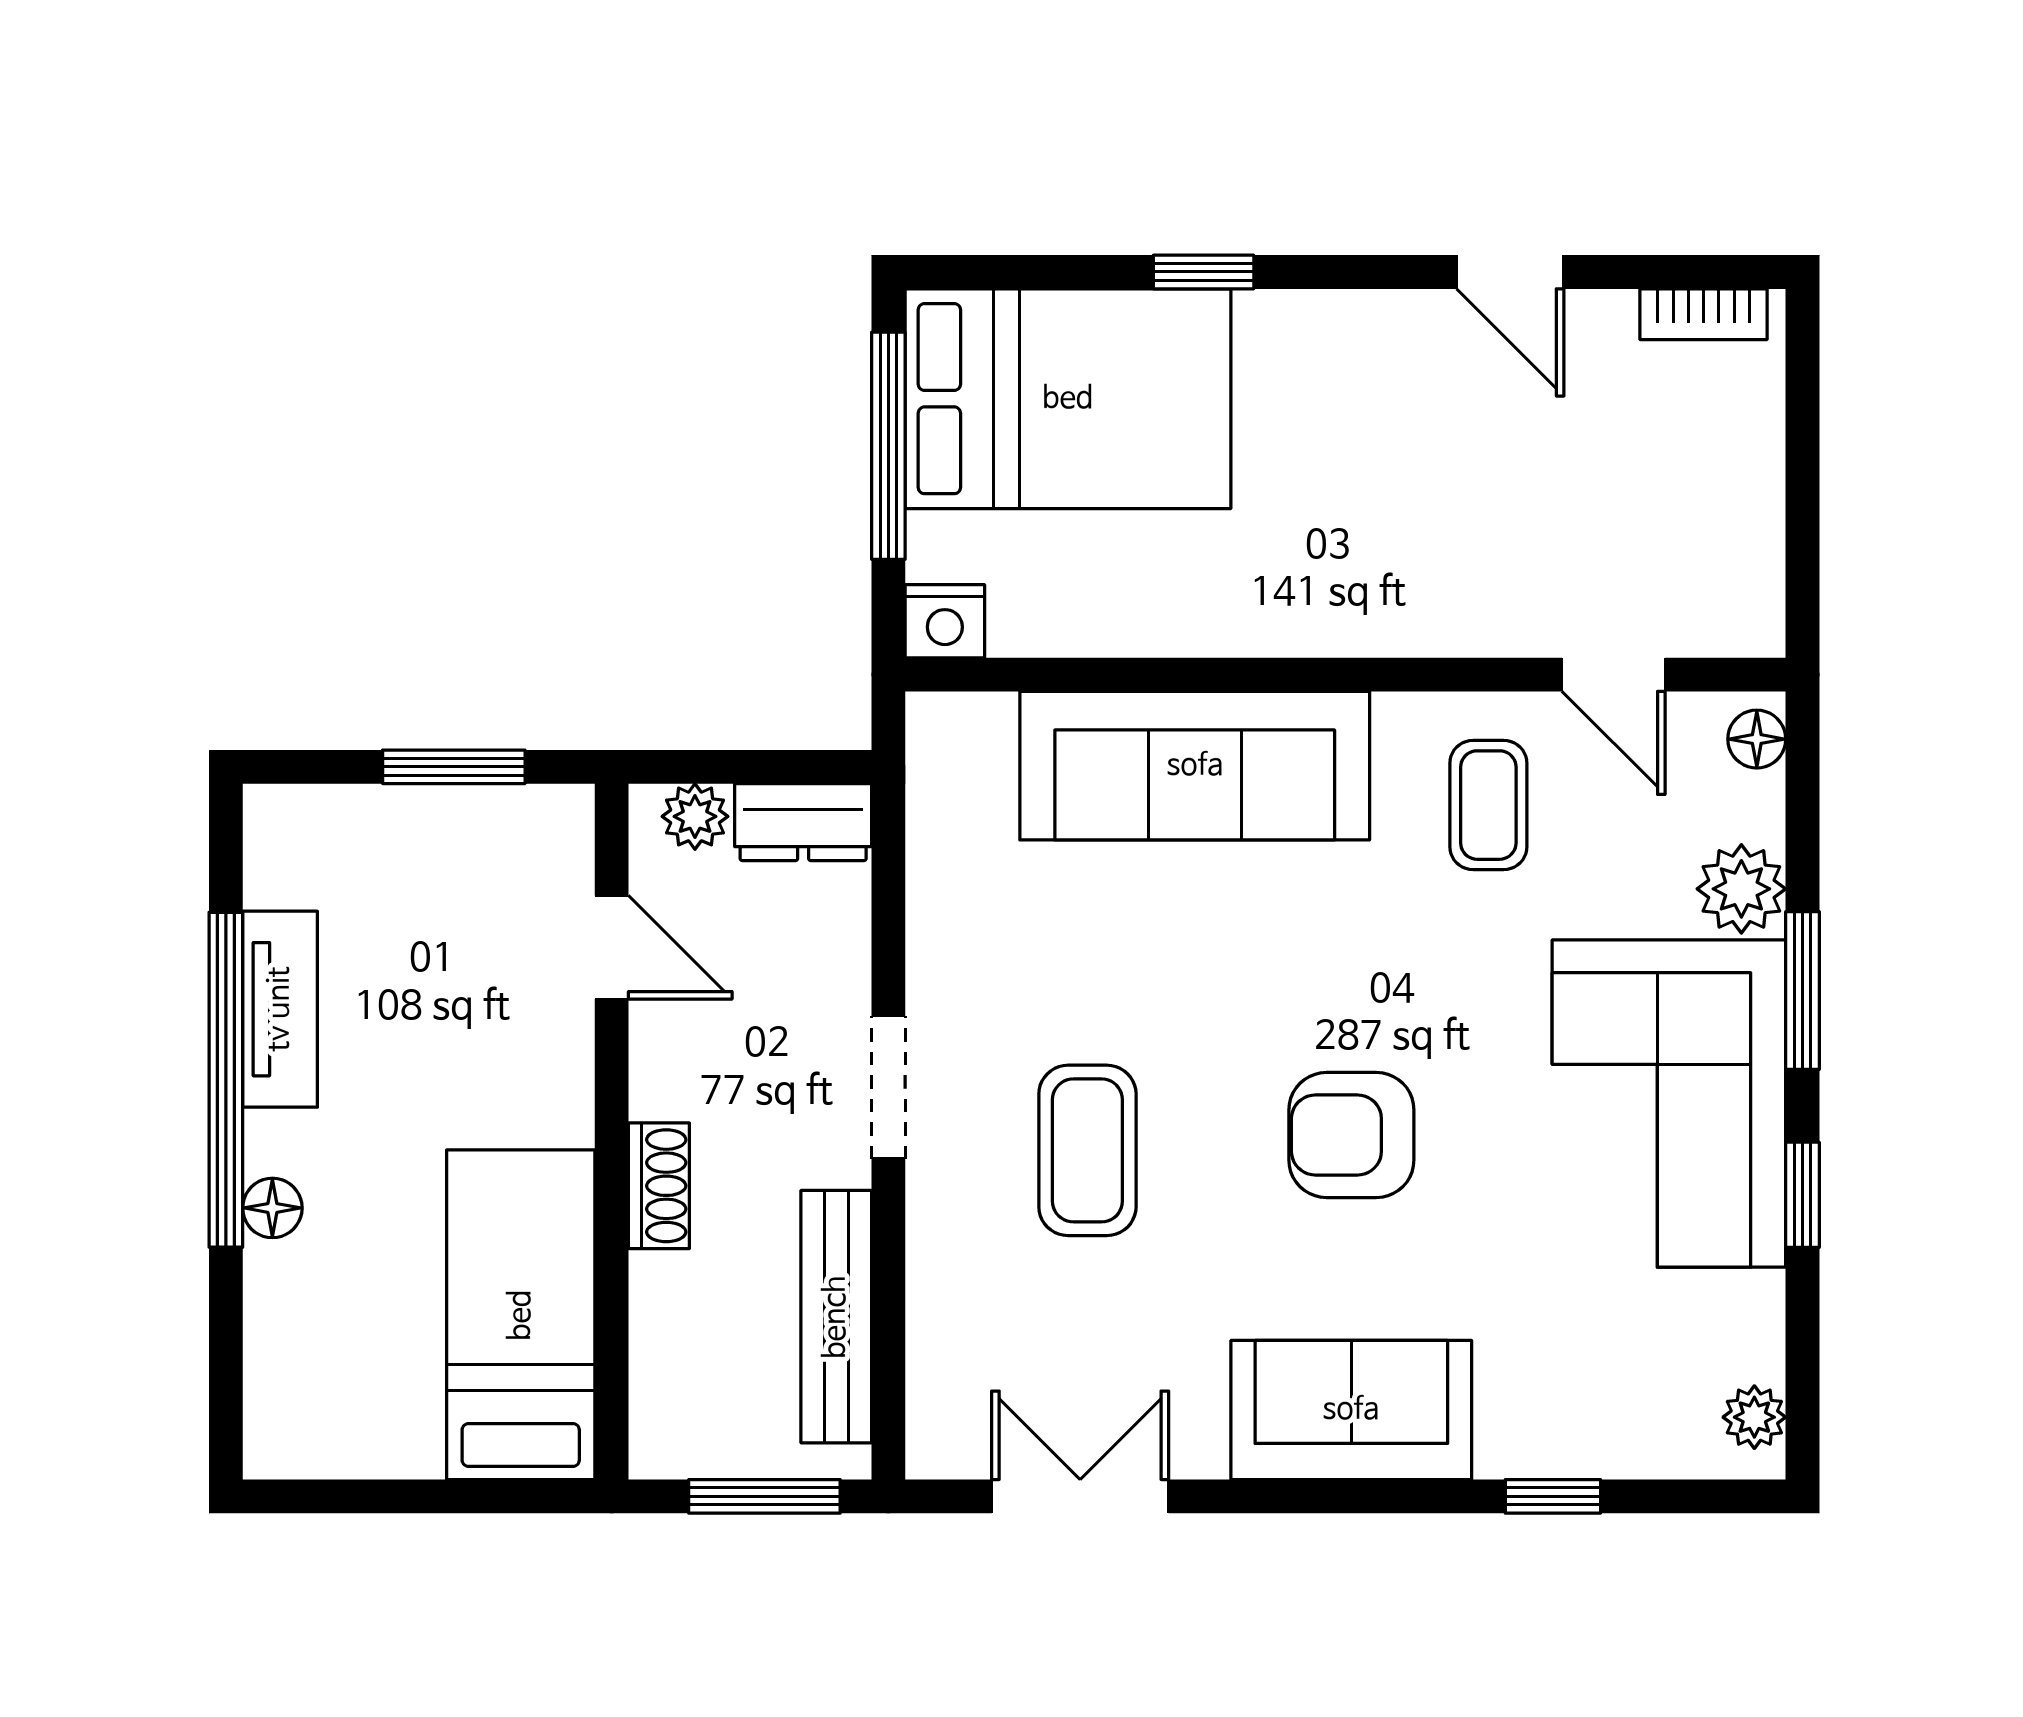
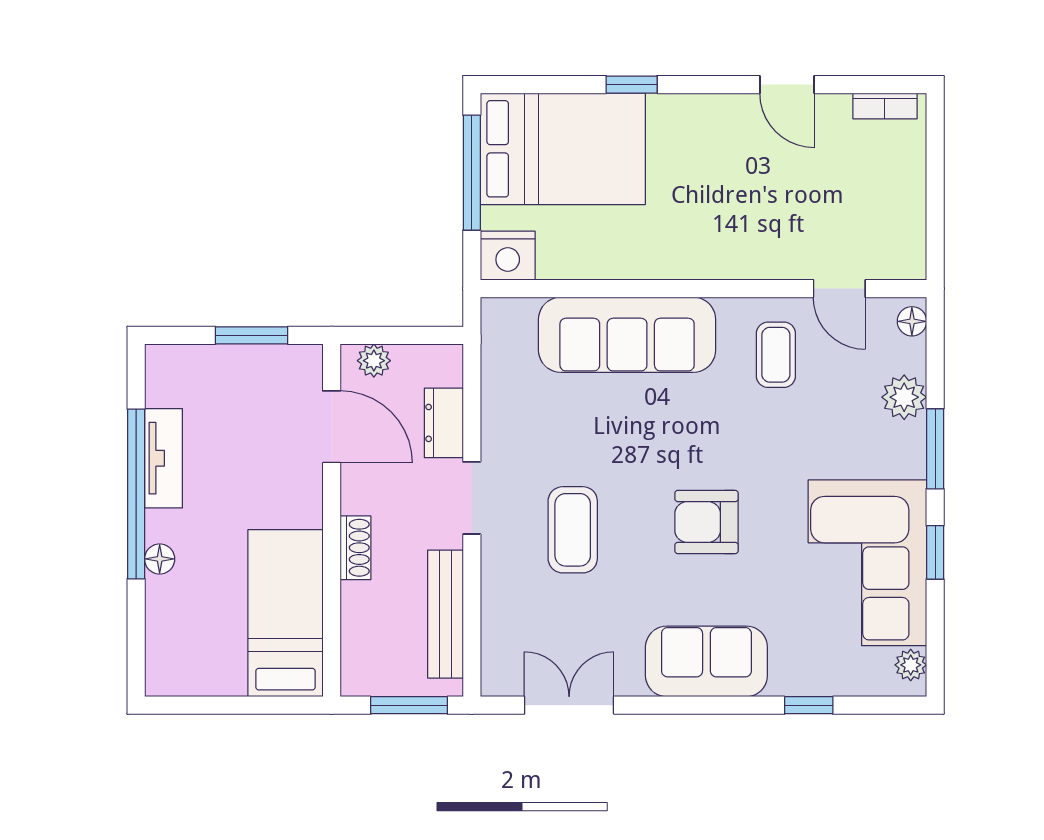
nightstand: (945, 621) -> (508, 256), width x1.36, depth x1.33
dresser: (803, 822) -> (444, 423), moved, turned 90
door: (612, 947) -> (332, 427), width x1.38
corner sofa: (1669, 1104) -> (867, 563), moved

